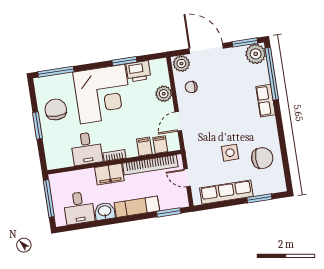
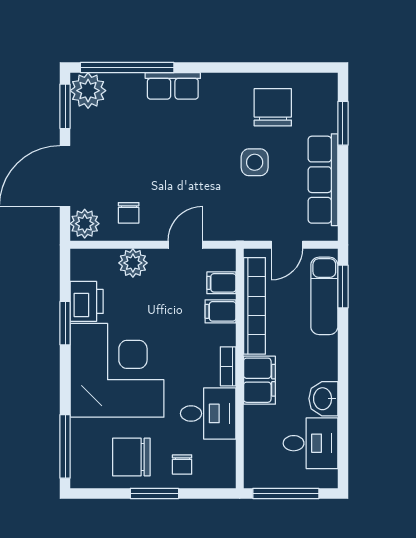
door: (178, 121) -> (185, 245), swing flipped
chair: (56, 138) -> (182, 465), added
exam couch: (137, 207) -> (324, 296), moved

